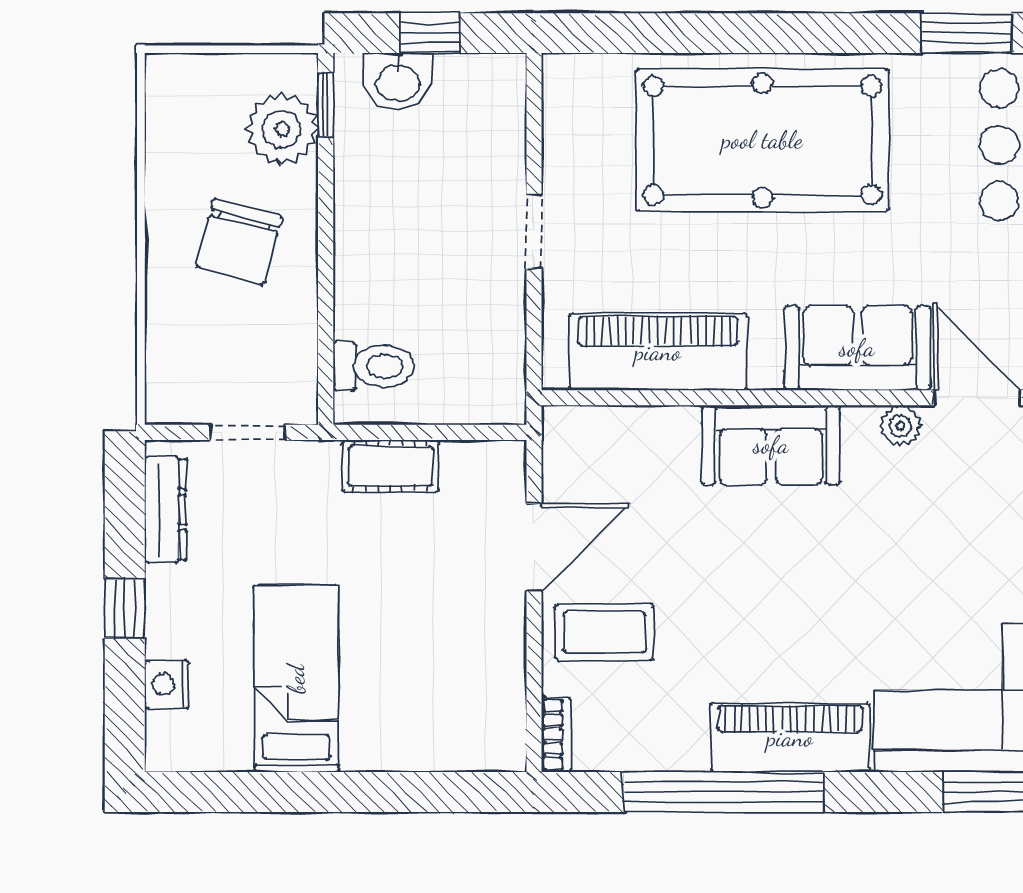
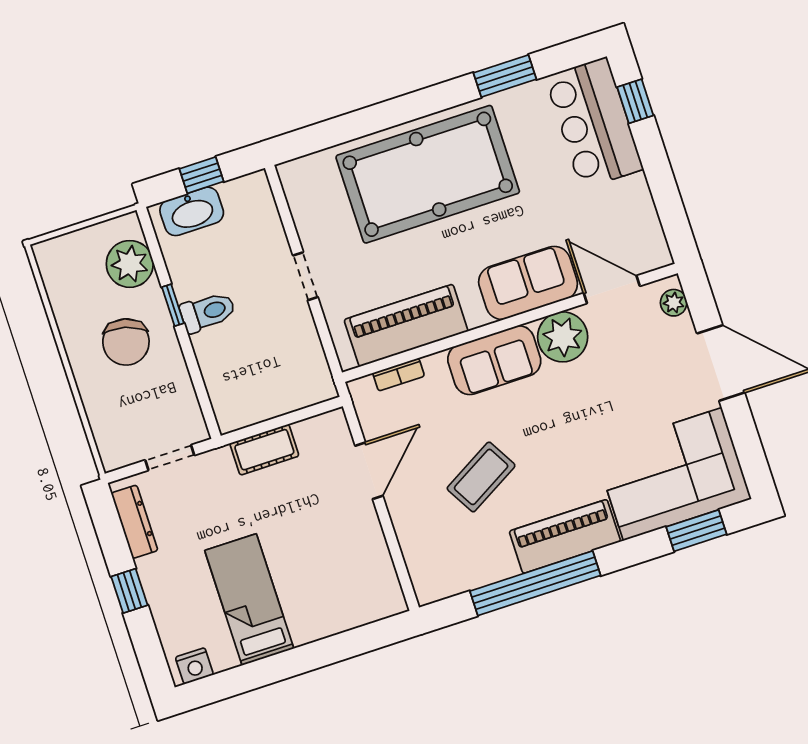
window: (966, 33) -> (505, 76), moved
washbasin: (398, 82) -> (192, 211), width x1.38
window: (326, 104) -> (173, 305), moved
toilet: (373, 366) -> (208, 312), moved
plant: (900, 426) -> (563, 337), width x1.88, depth x1.88
coffee table: (604, 632) -> (481, 477), moved, turned -30
nightstand: (167, 684) -> (194, 666), moved, turned -90
bookcase: (556, 735) -> (399, 374), moved, turned 90

